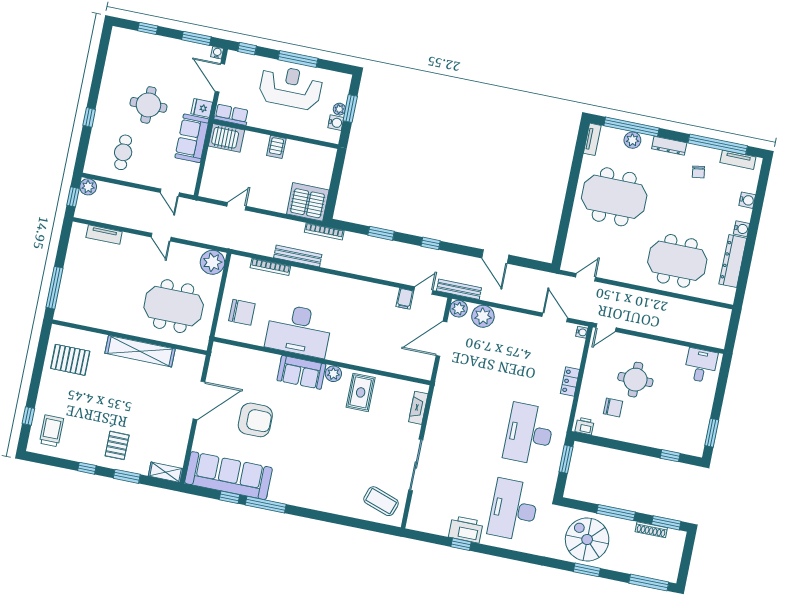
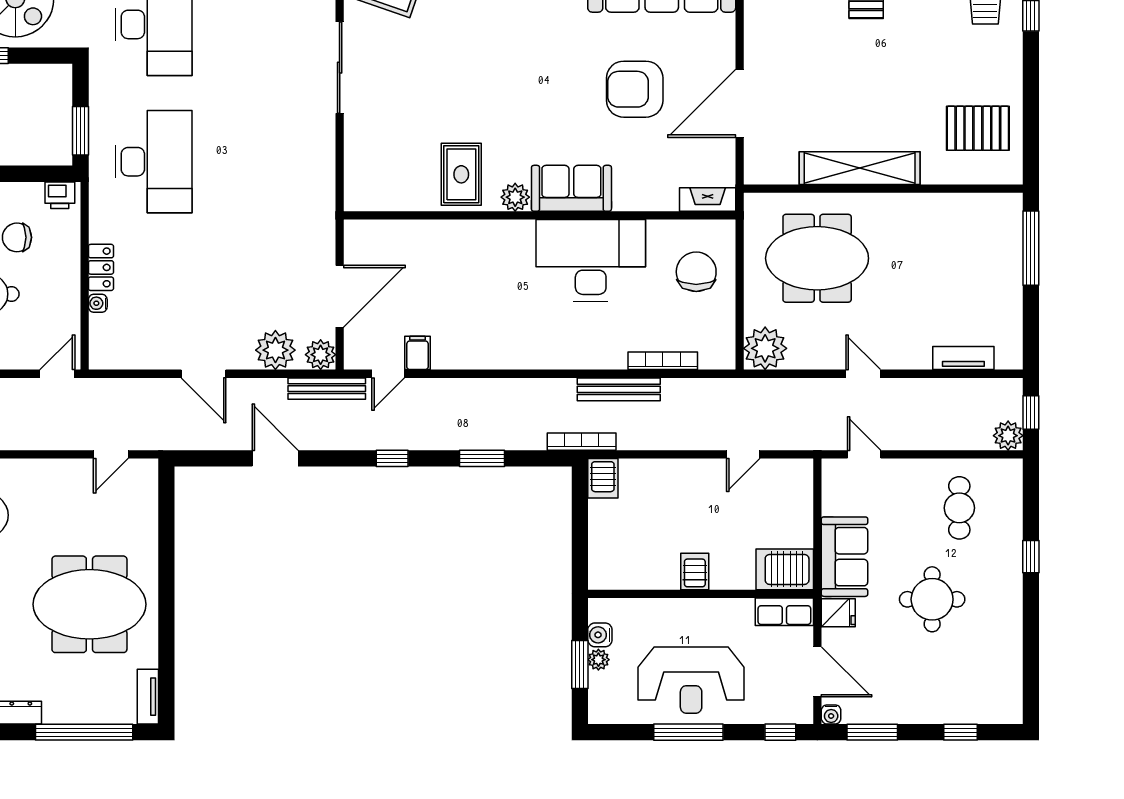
plant: (632, 140) -> (78, 709), removed
server rack: (308, 202) -> (603, 478), width x0.46, depth x0.70
chair: (242, 312) -> (696, 272), turned 90
door: (555, 317) -> (204, 374), moved
water cooler: (582, 332) -> (98, 303), moved
fireplace: (418, 408) -> (708, 199), moved, turned -90

